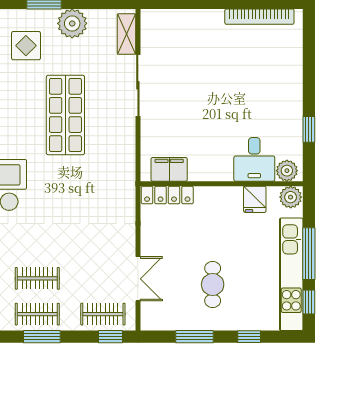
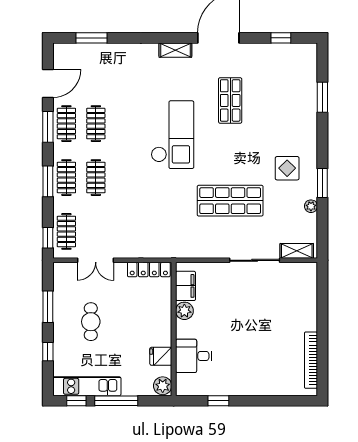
plant: (72, 23) -> (311, 206), width x0.53, depth x0.53
plant: (287, 171) -> (184, 311), moved
locker: (167, 195) -> (149, 270), moved, turned -90
kitchen unit: (291, 274) -> (87, 386), width x0.73
cafe table: (213, 285) -> (91, 322), turned 90

